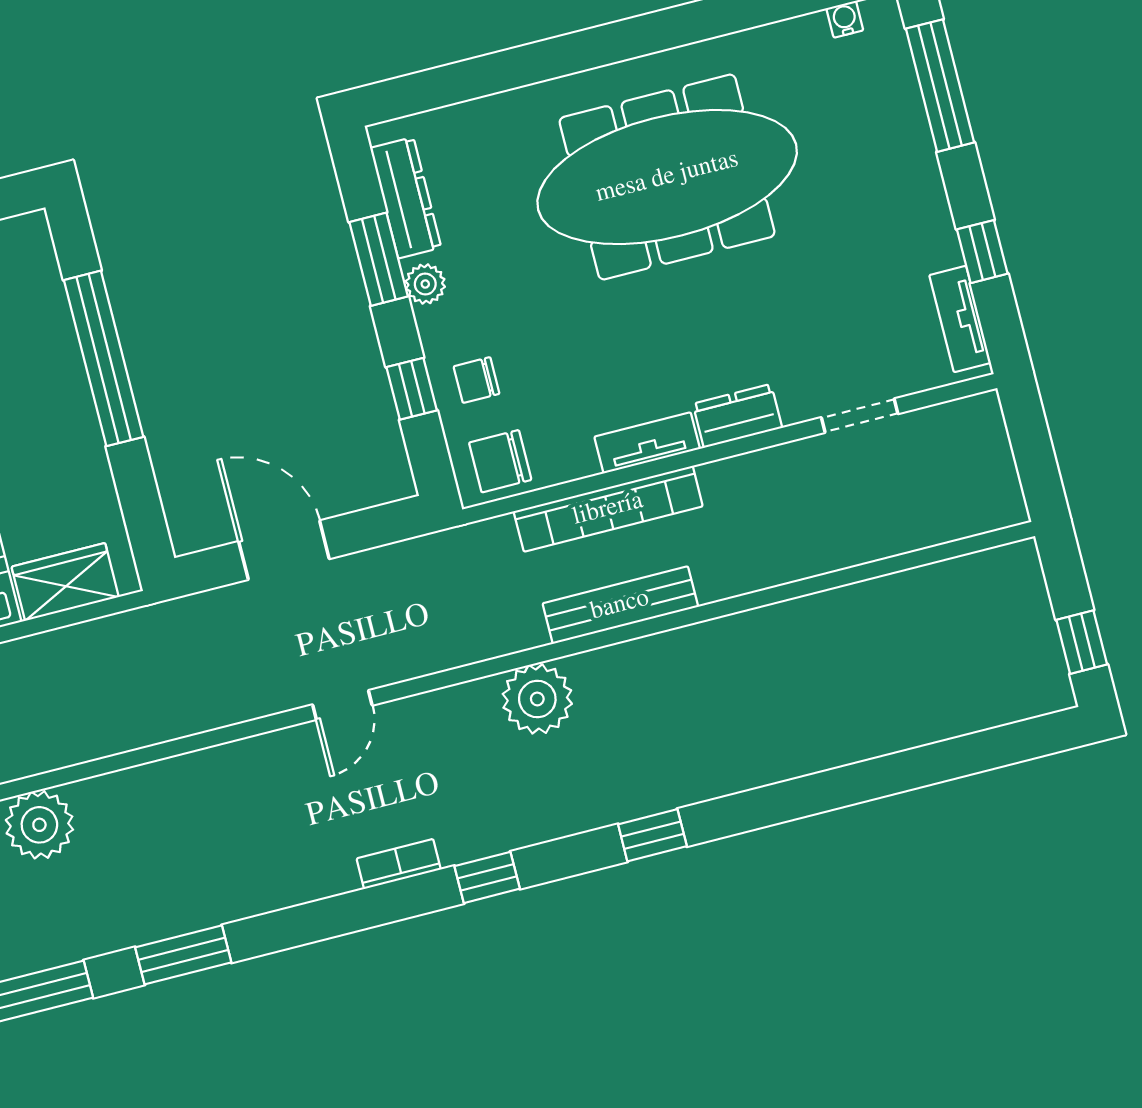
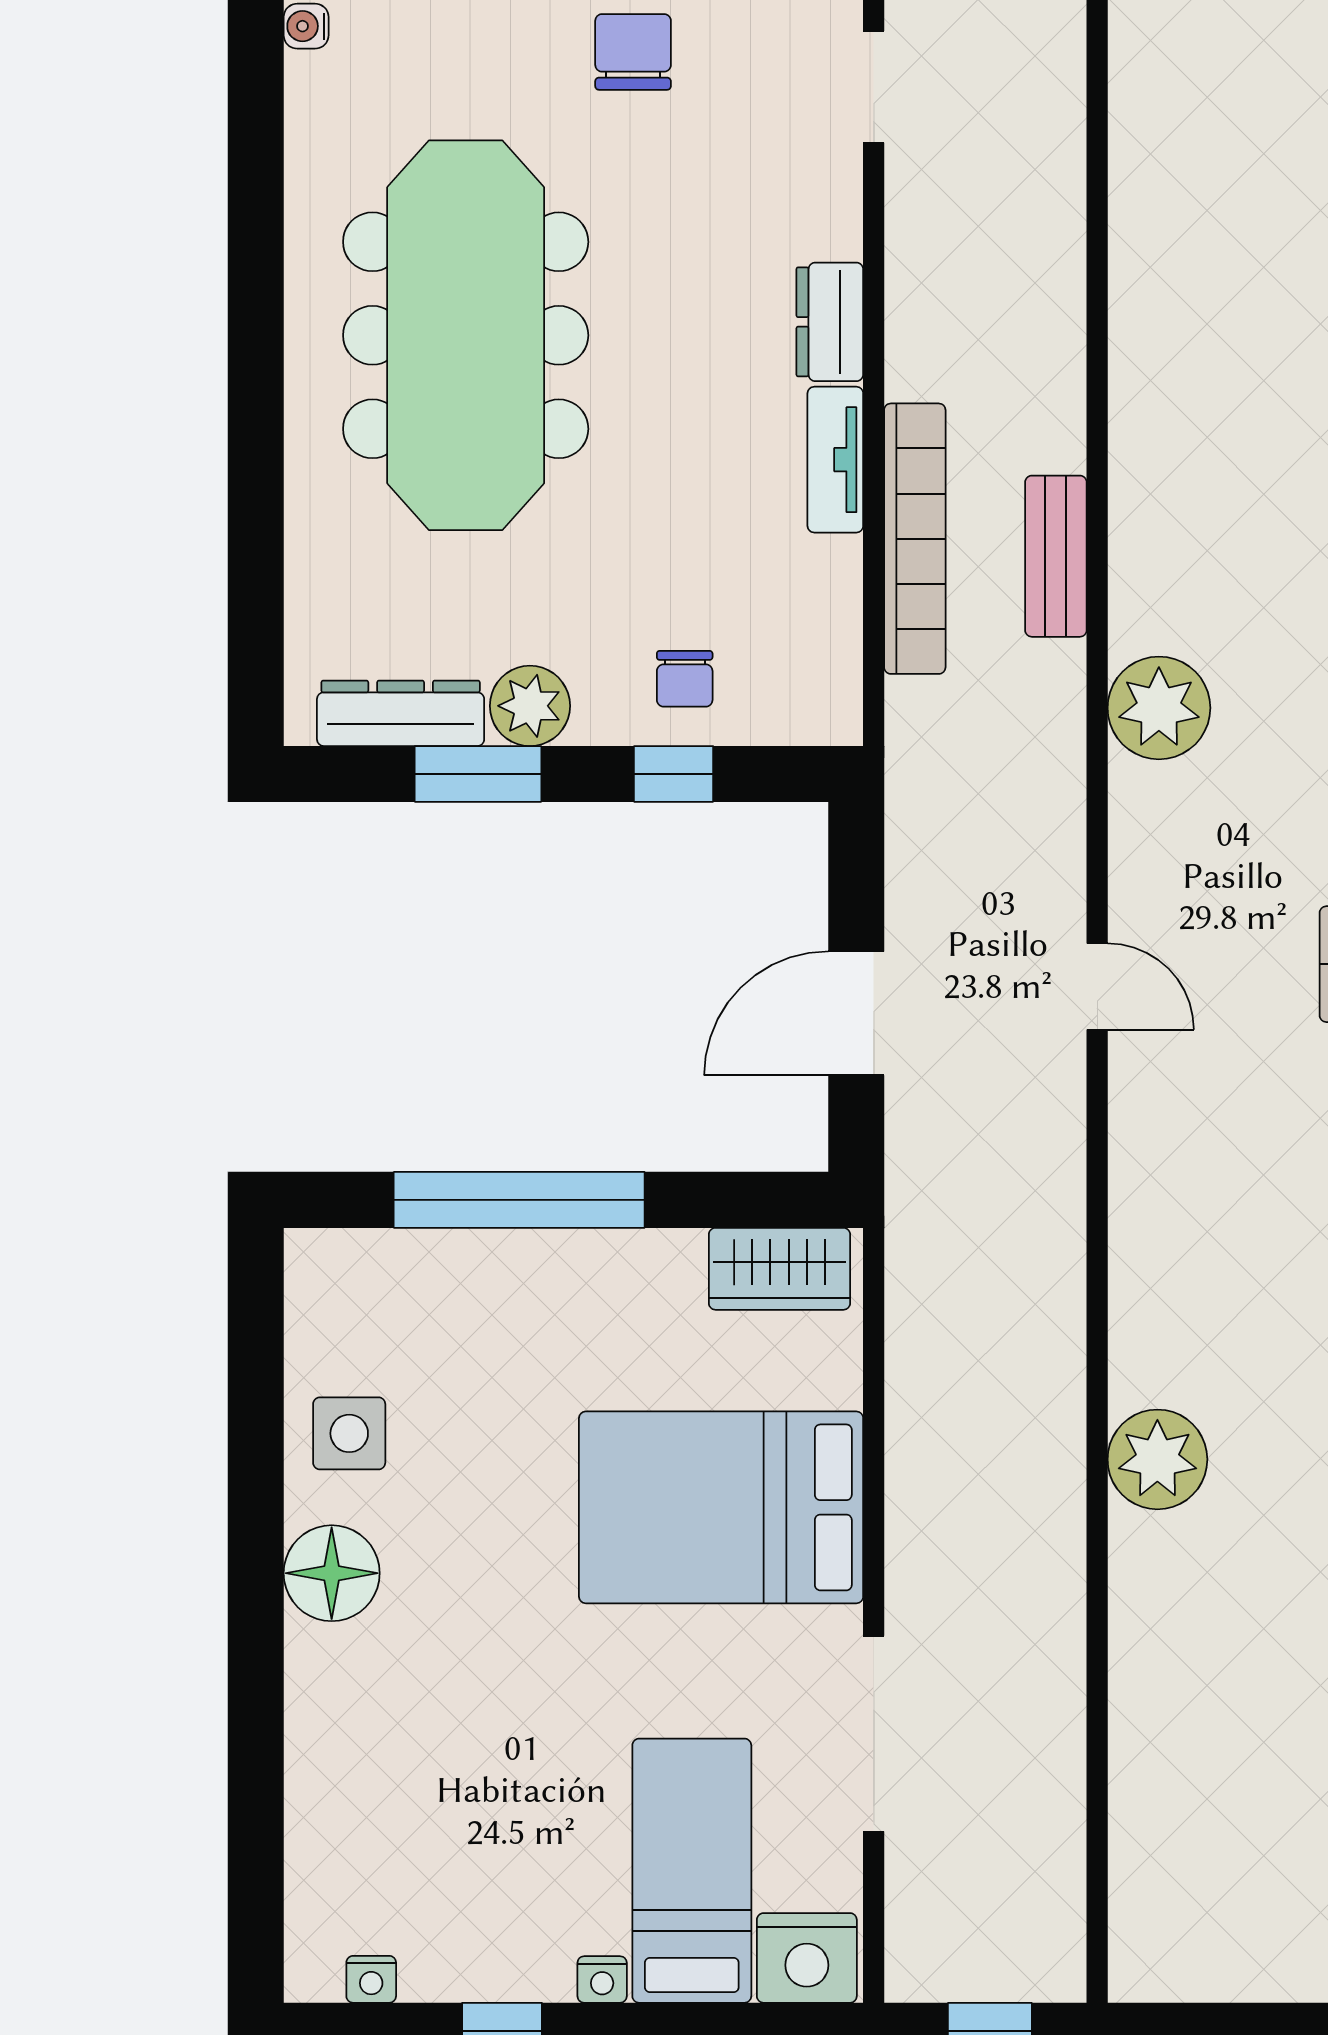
plant: (425, 284) -> (530, 706), width x1.38, depth x1.38
doorway: (860, 416) -> (874, 87), moved
chair: (500, 461) -> (633, 52), moved, turned 180
wardrobe: (65, 582) -> (779, 1269), moved, turned -90
bench: (620, 605) -> (1056, 556), width x0.73

